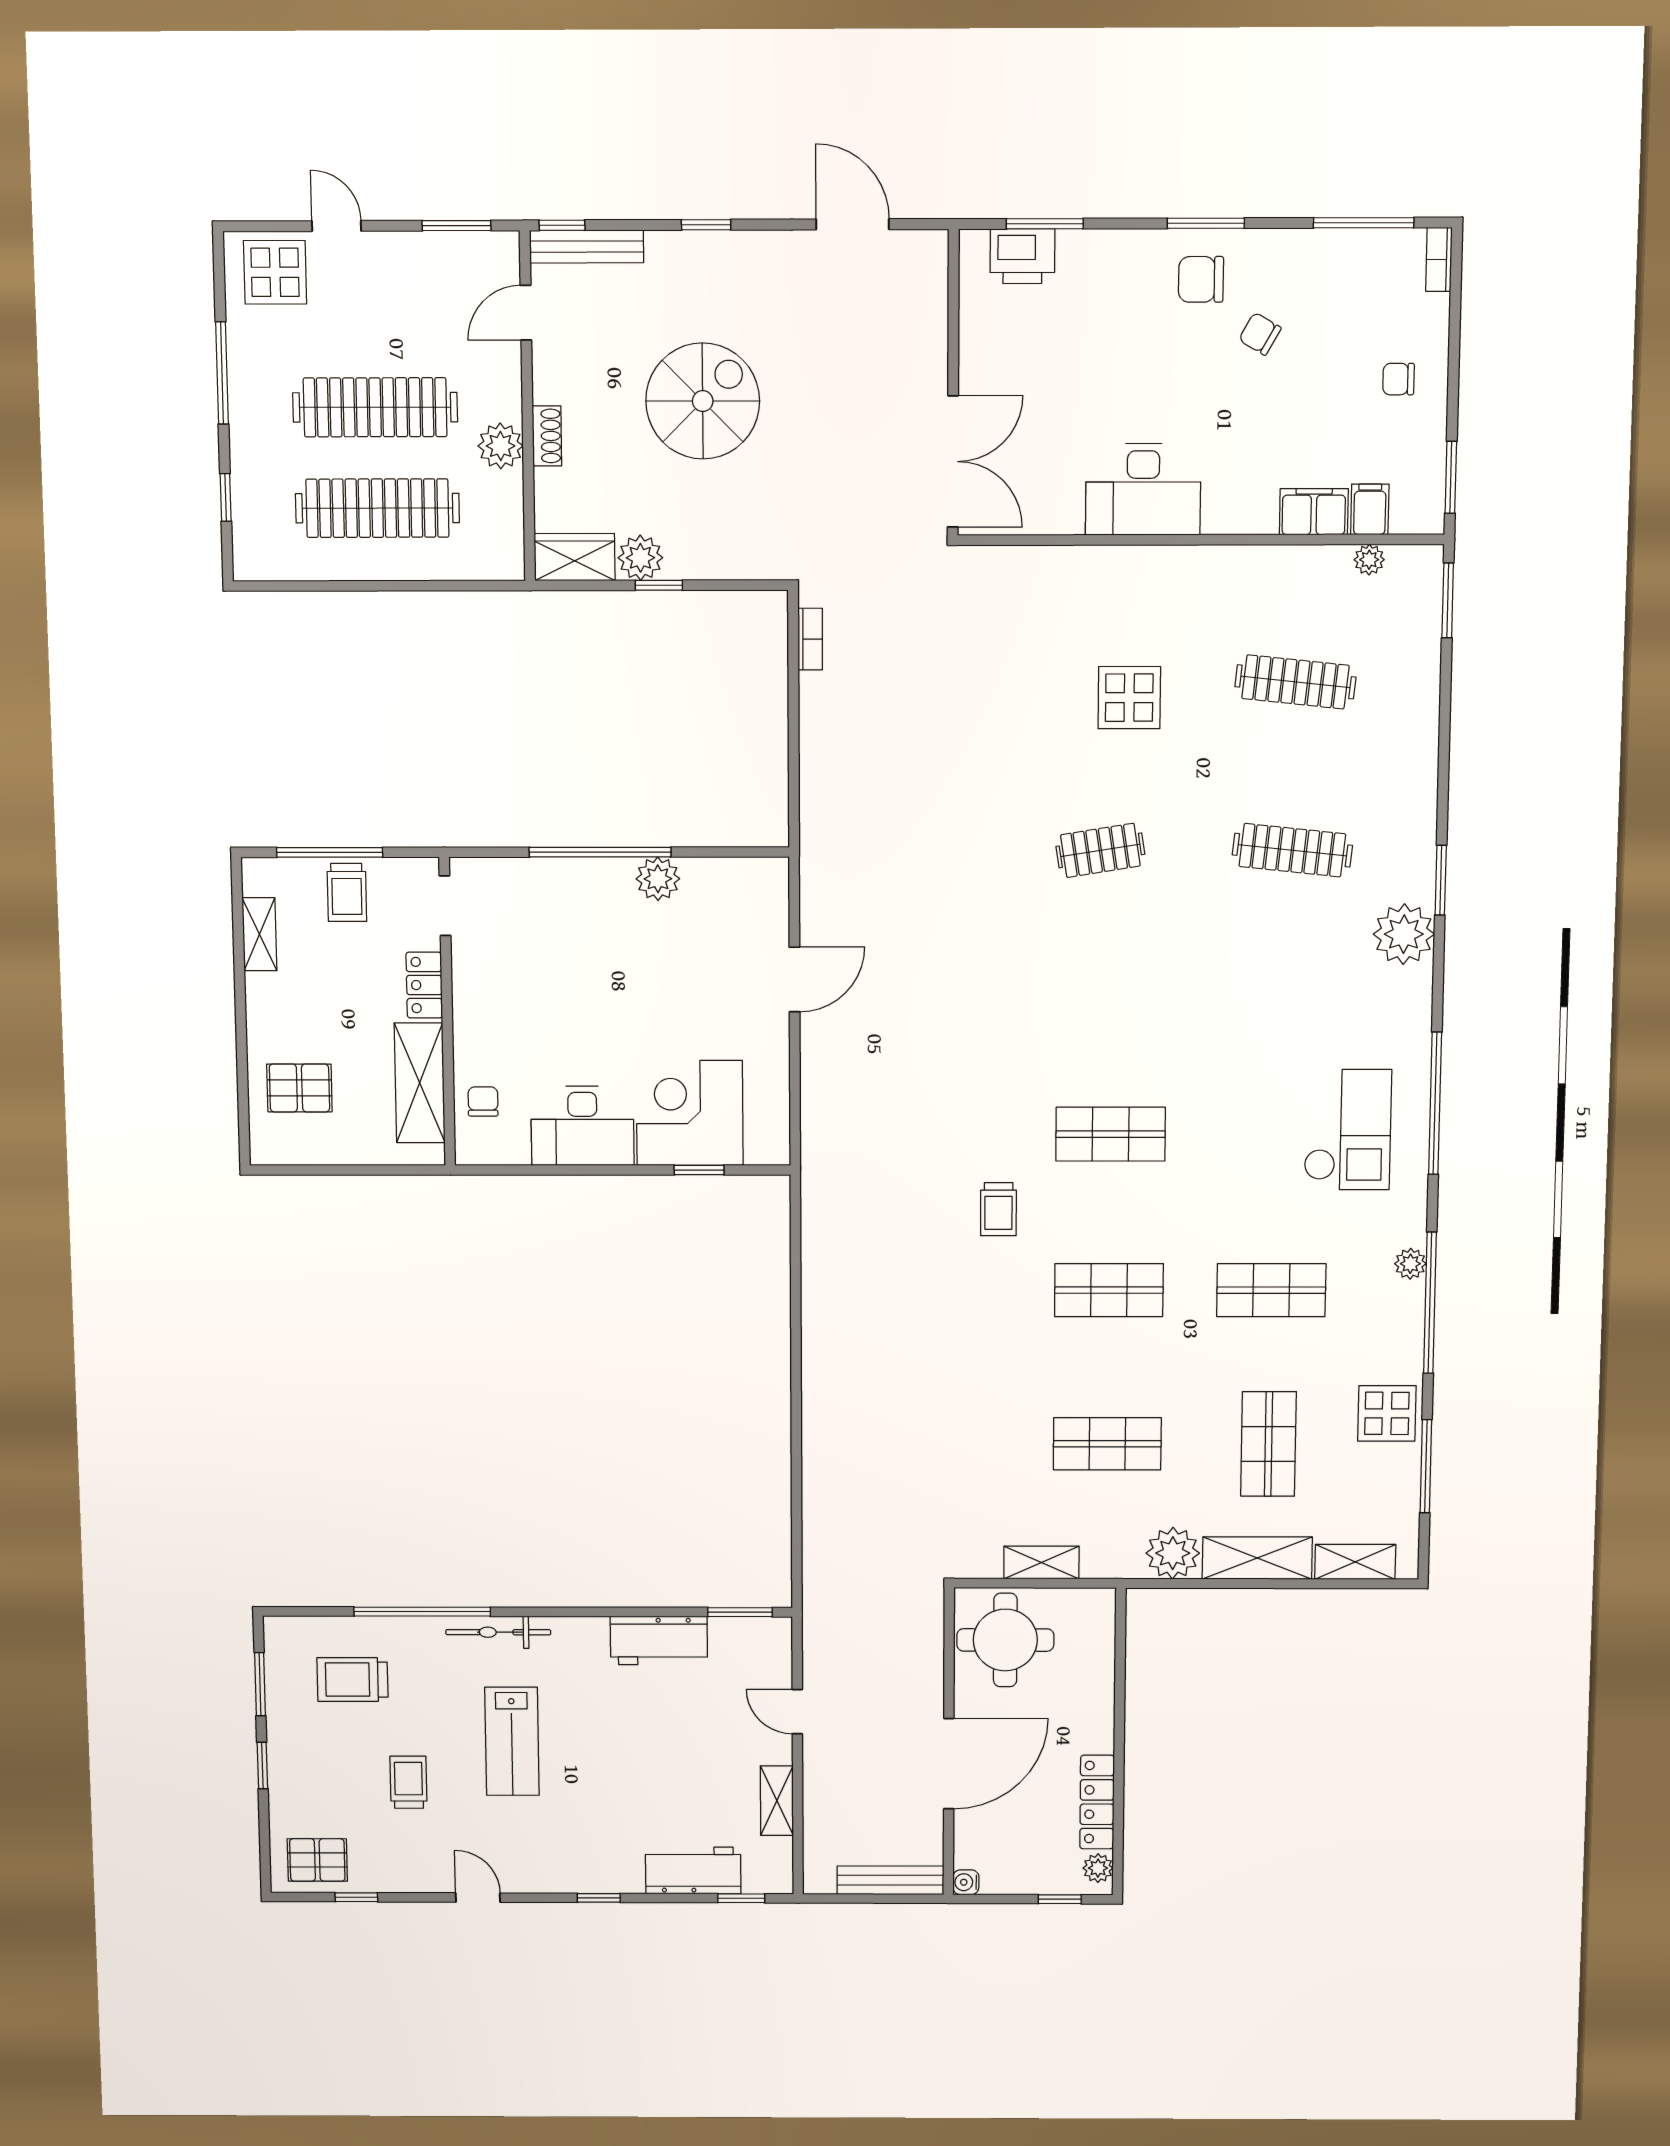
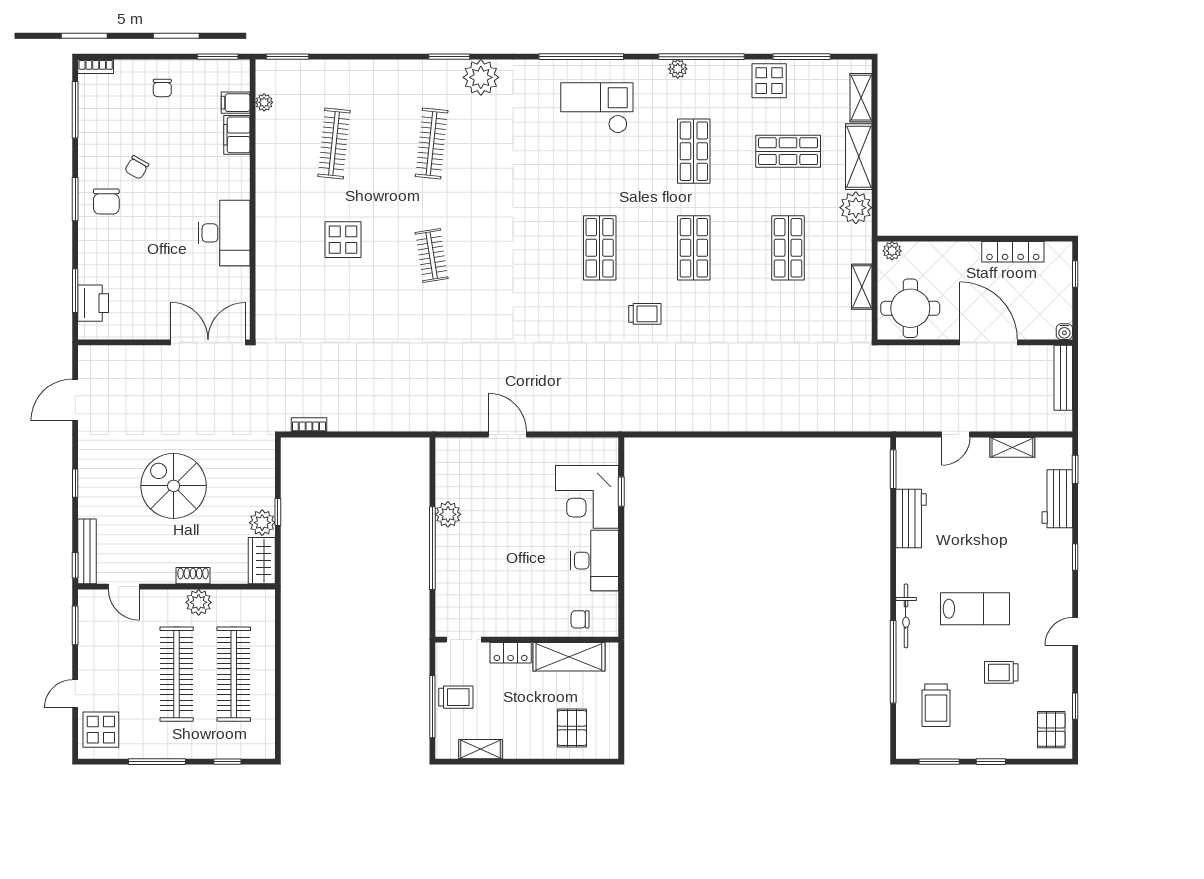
plant: (1098, 1868) -> (892, 251), moved

